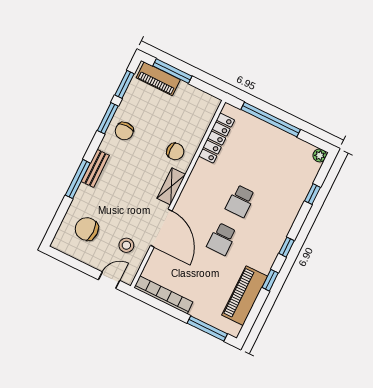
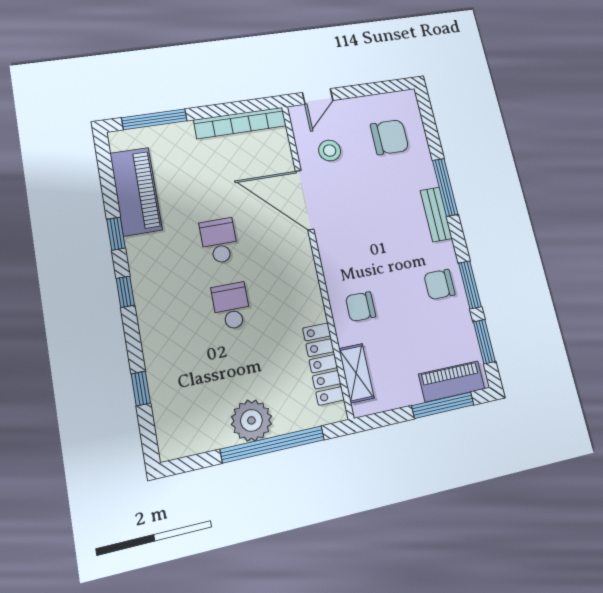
chair: (124, 131) -> (439, 284), turned -90
plant: (320, 155) -> (251, 420), moved, width x1.88, depth x1.88
shelving: (171, 186) -> (356, 373), moved

